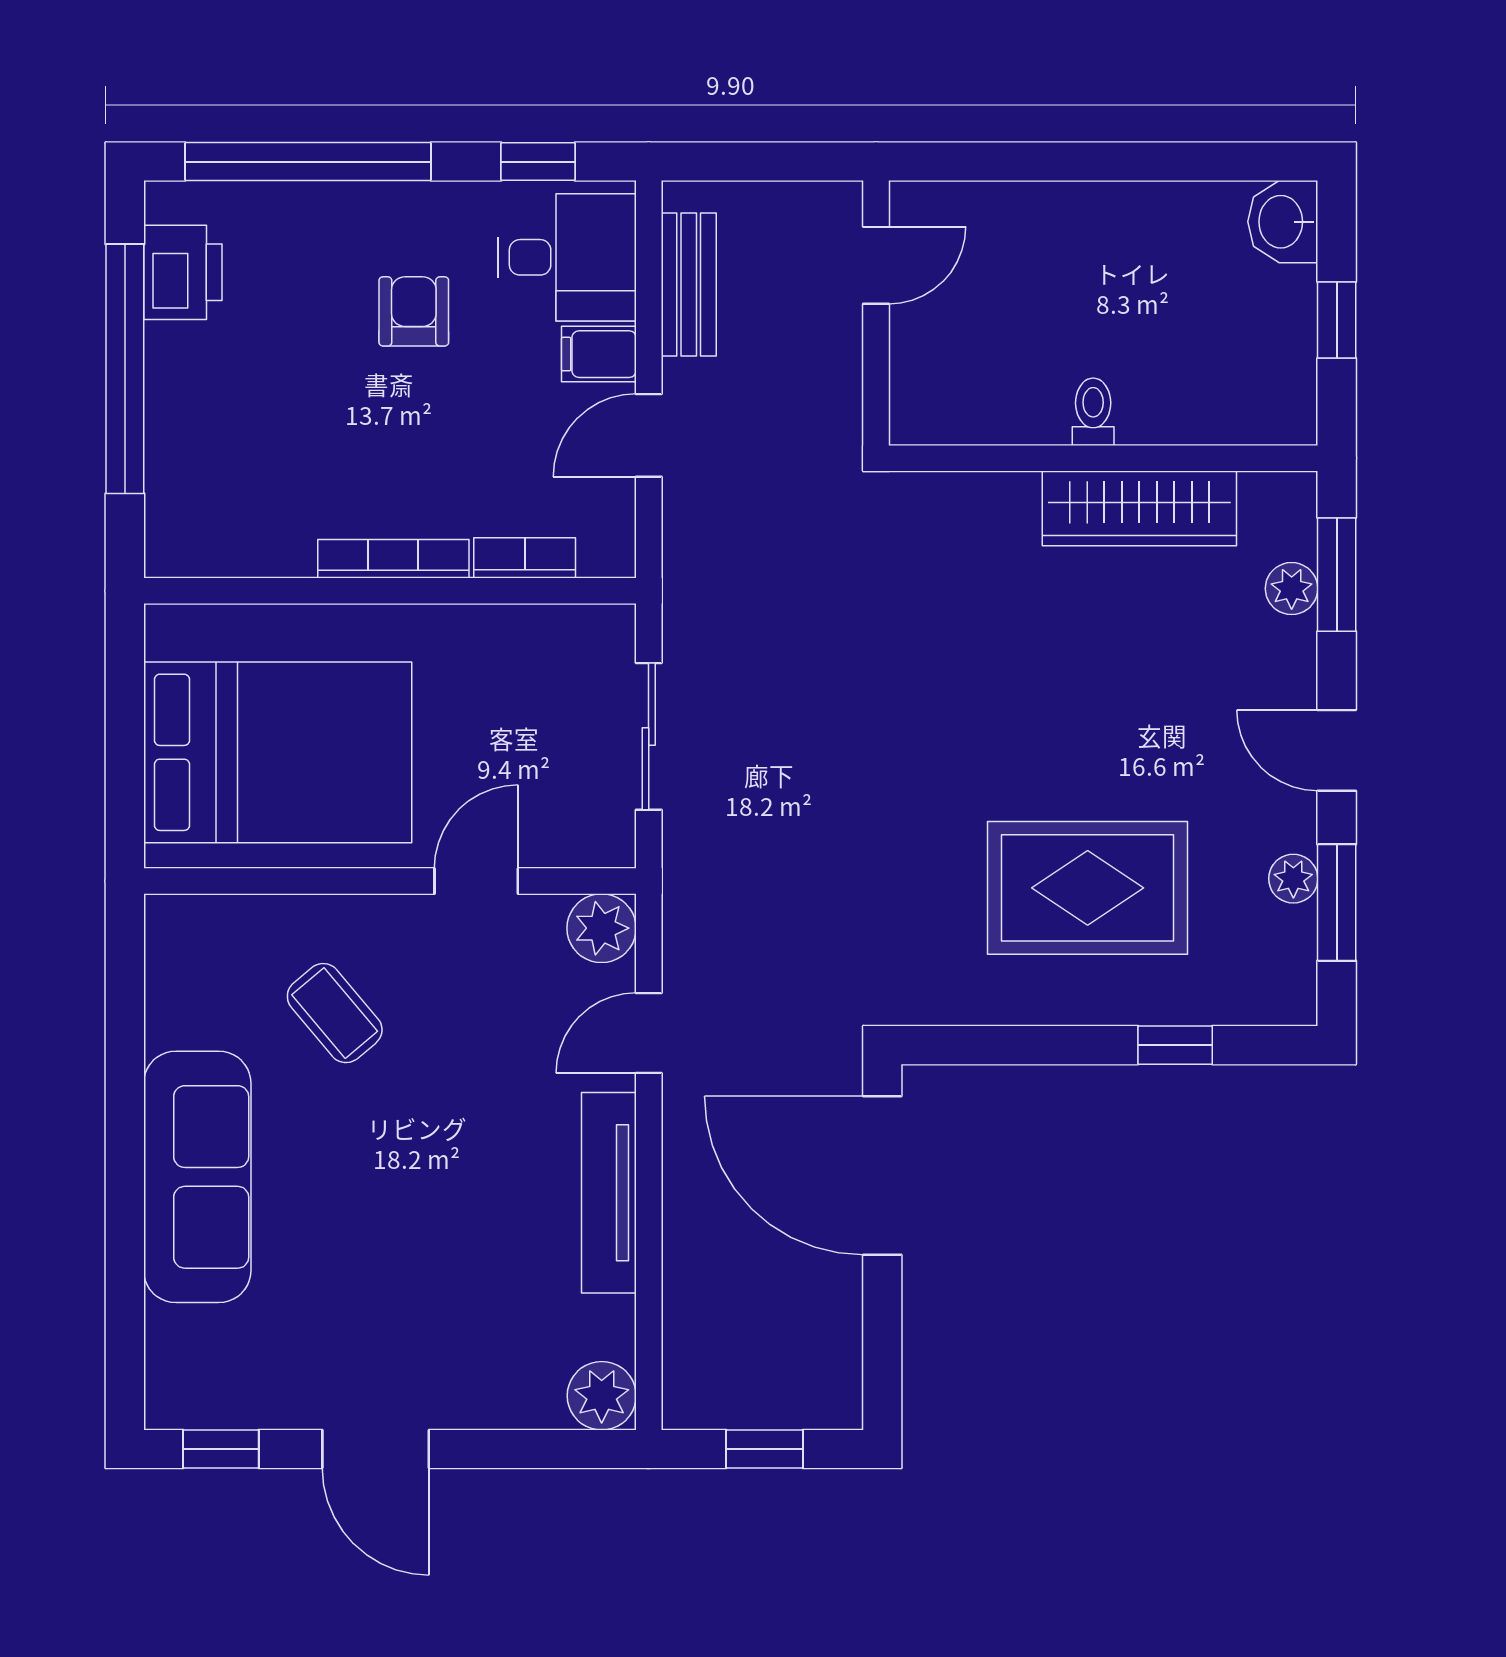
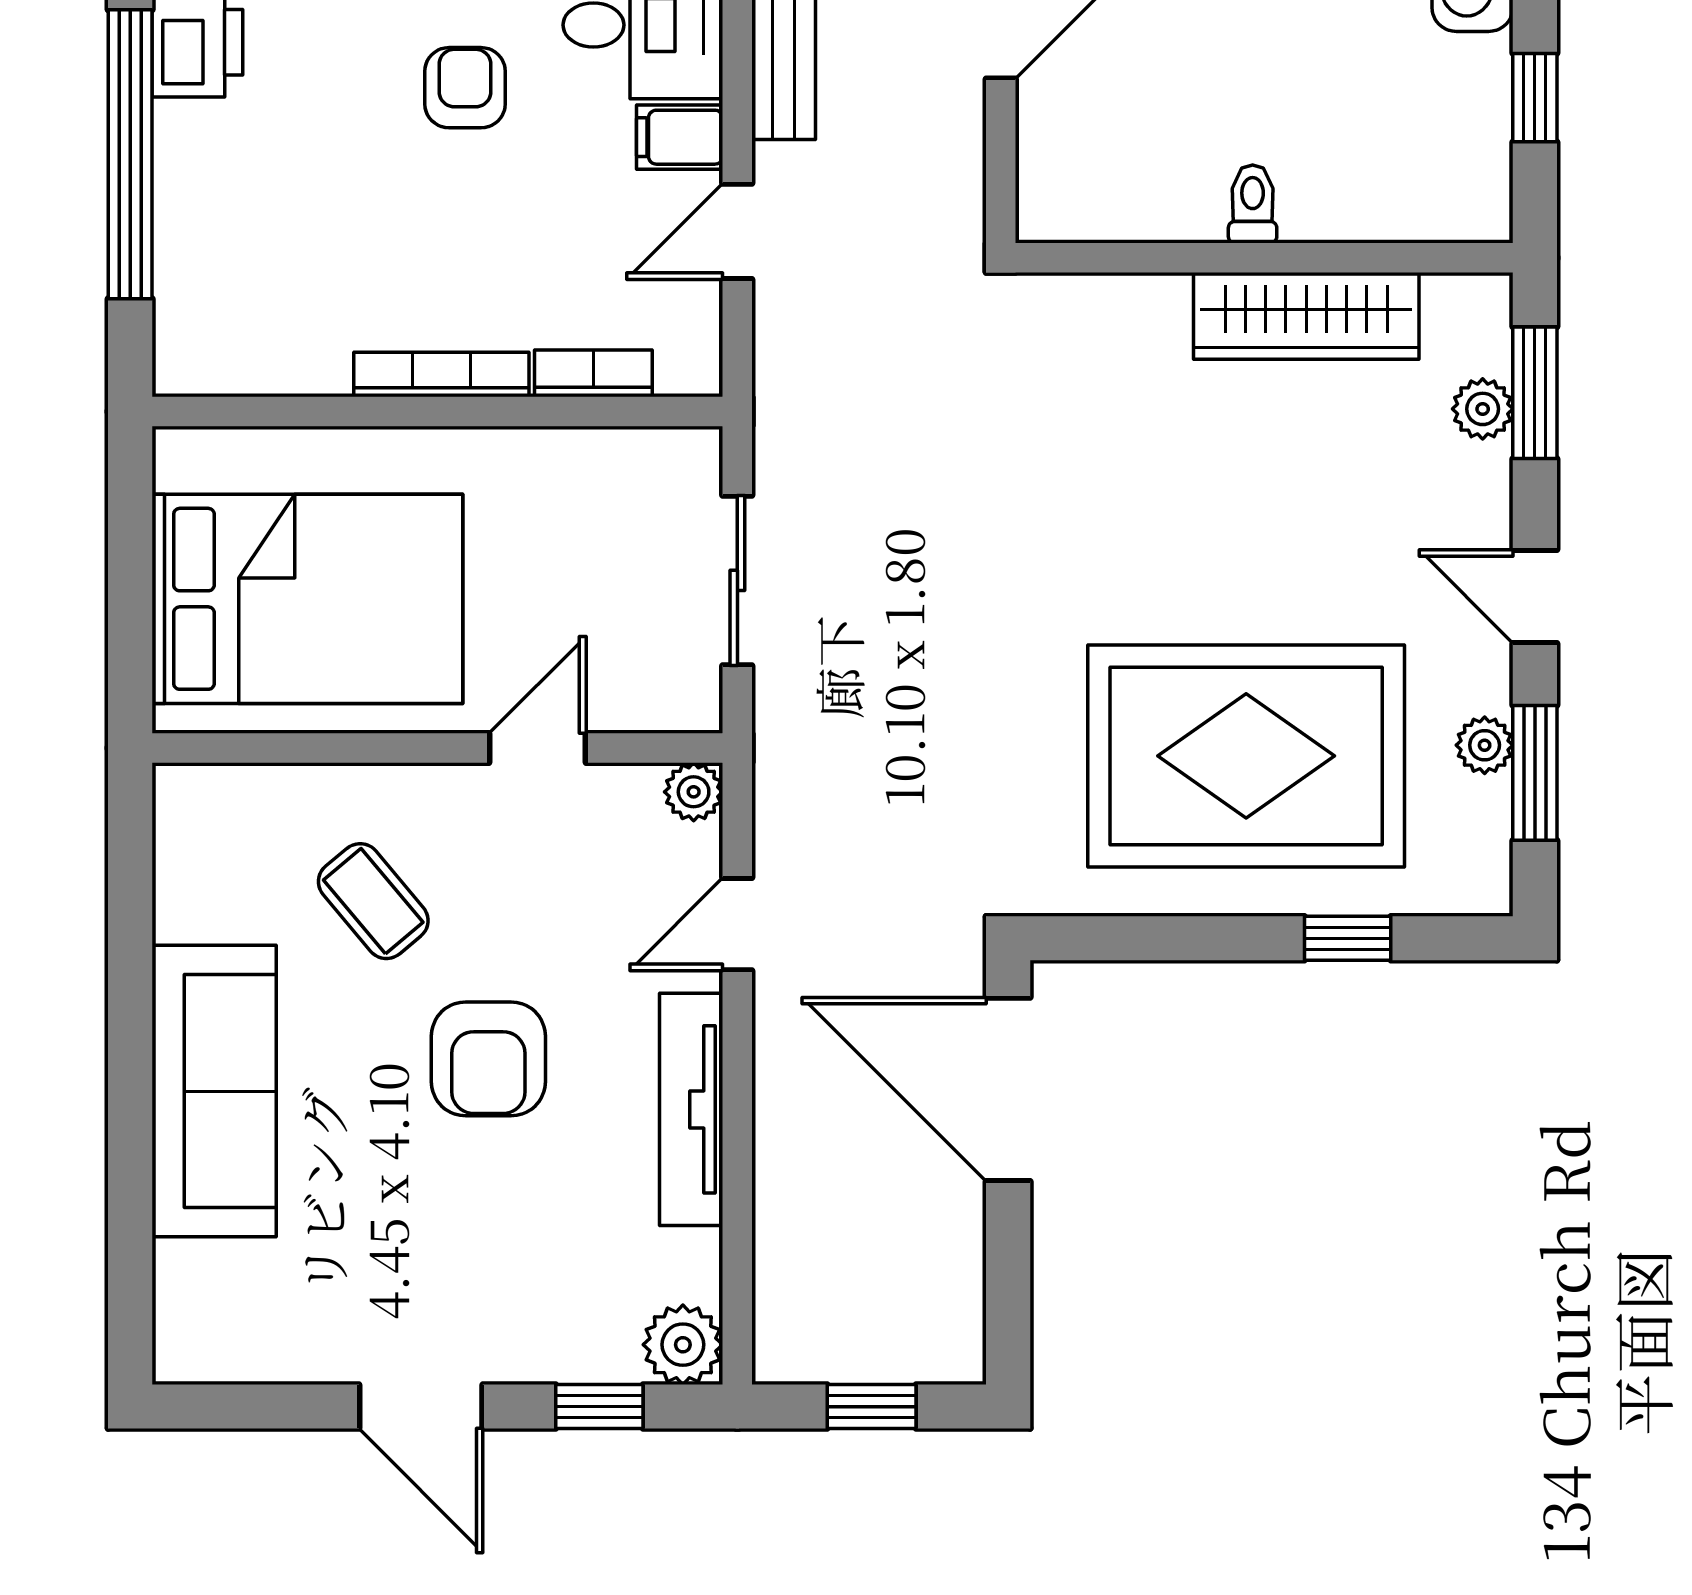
rug: (1088, 888) -> (1246, 756), width x1.37, depth x1.44
plant: (602, 928) -> (694, 792), width x0.73, depth x0.73
armchair: (434, 1149) -> (488, 1059), added
window: (221, 1449) -> (599, 1407), moved

